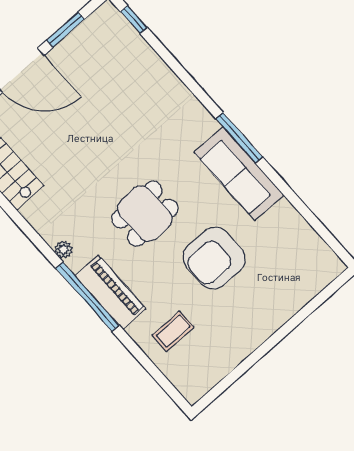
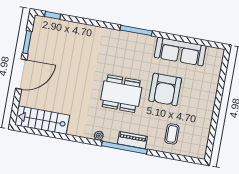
sofa: (239, 174) -> (180, 52), moved
dining table: (145, 214) -> (121, 94), width x1.37
piano: (111, 292) -> (132, 140), width x0.73, depth x0.75

